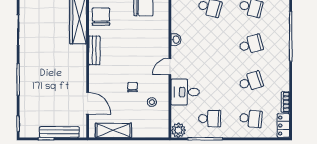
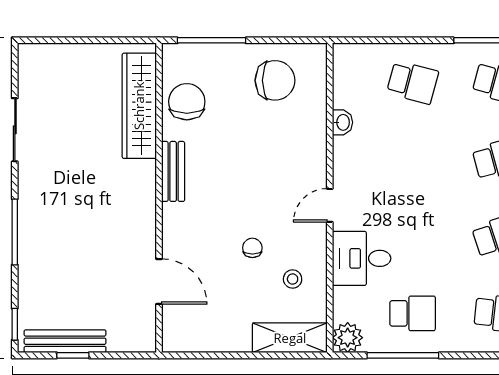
washbasin: (176, 40) -> (343, 122), moved
shelving: (113, 130) -> (290, 338), moved
bench: (59, 132) -> (65, 341), moved

